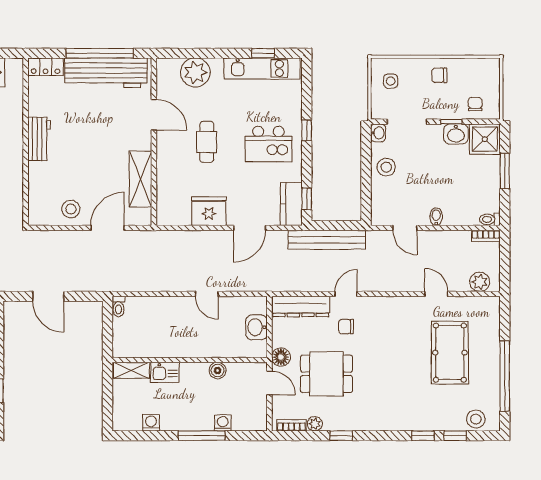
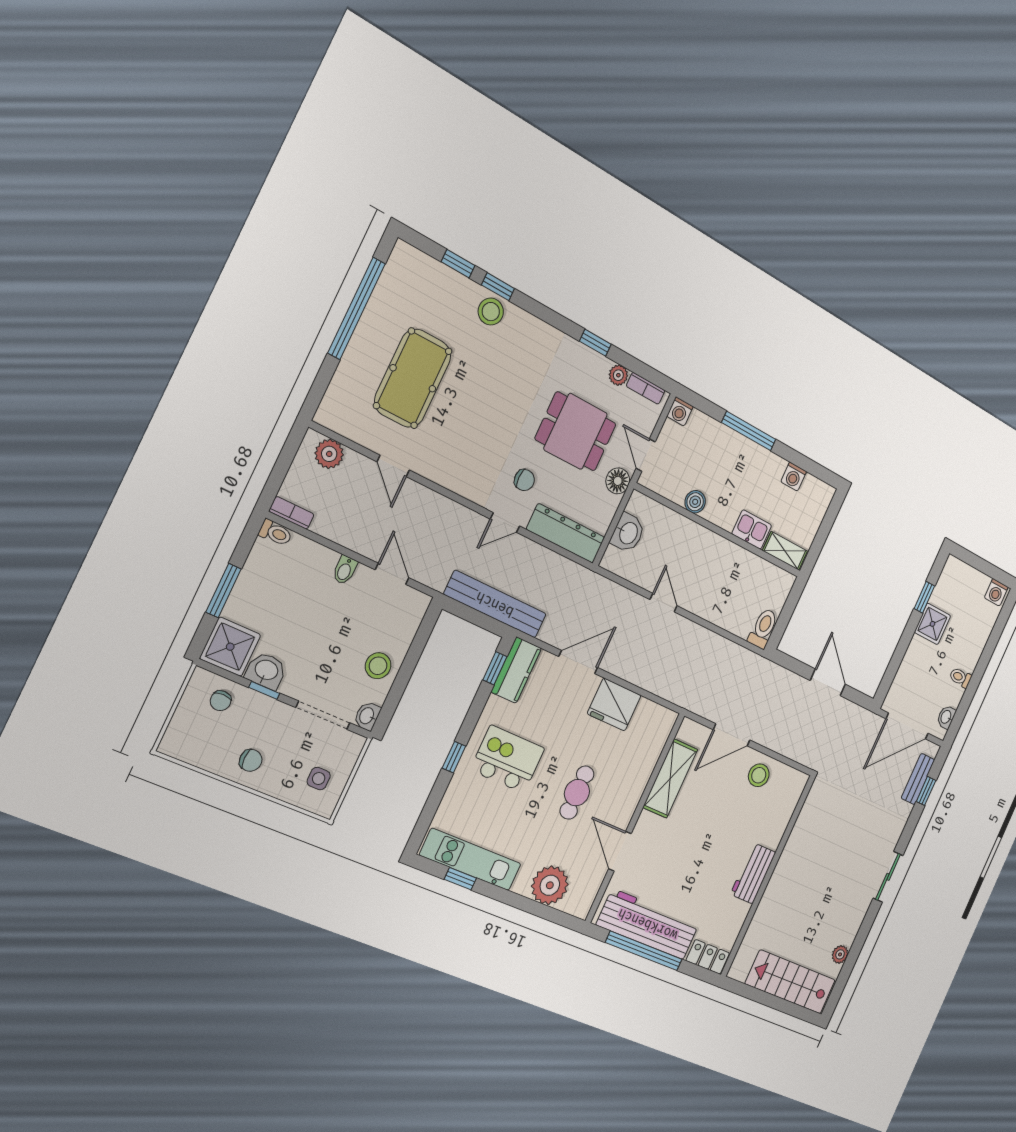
toilet: (118, 307) -> (763, 628), width x1.37, depth x1.39
stool: (476, 419) -> (491, 312), moved
washing machine: (223, 423) -> (680, 411), moved

